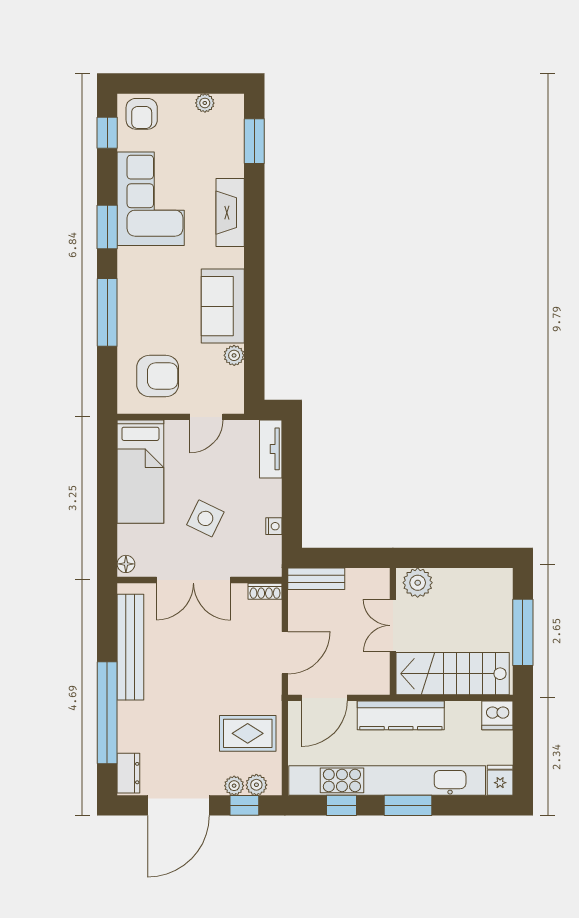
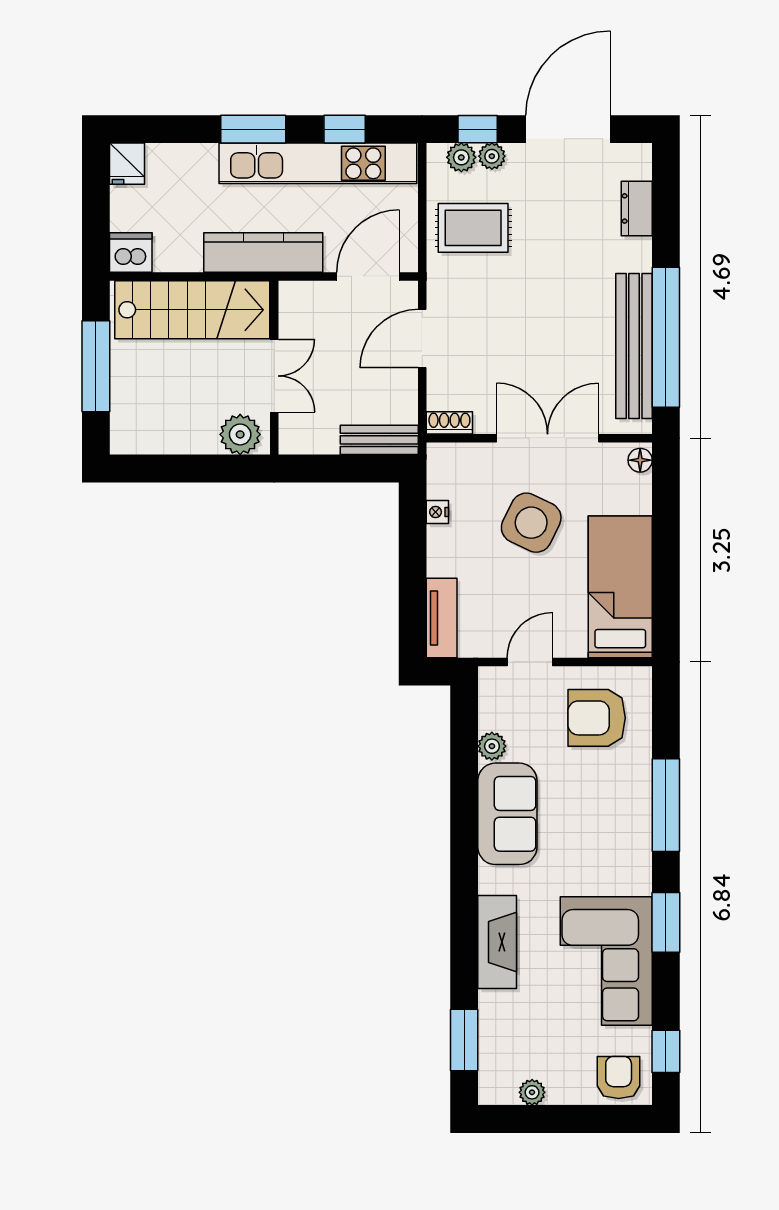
side table: (205, 518) -> (531, 523), width x1.37, depth x1.37
window: (107, 713) -> (666, 337), moved
dresser: (128, 773) -> (637, 208), moved
kitchen unit: (387, 780) -> (318, 163), width x0.73

